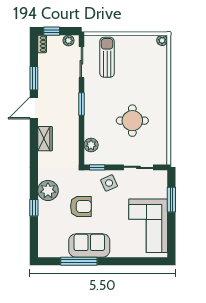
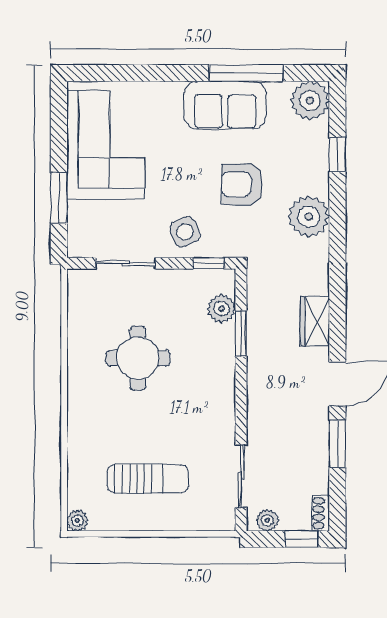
sun lounger: (107, 57) -> (148, 479), moved, turned -90
window: (81, 104) -> (241, 333), moved
window: (34, 208) -> (337, 155), moved
plant: (47, 248) -> (310, 101), added

